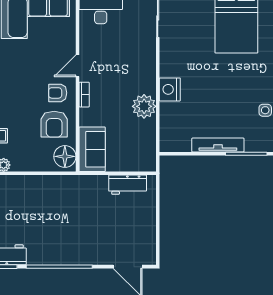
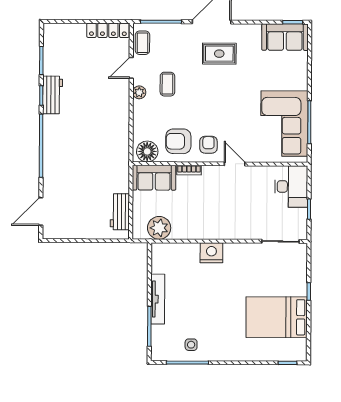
bookcase: (84, 95) -> (189, 170), moved
plant: (144, 106) -> (159, 228), moved

